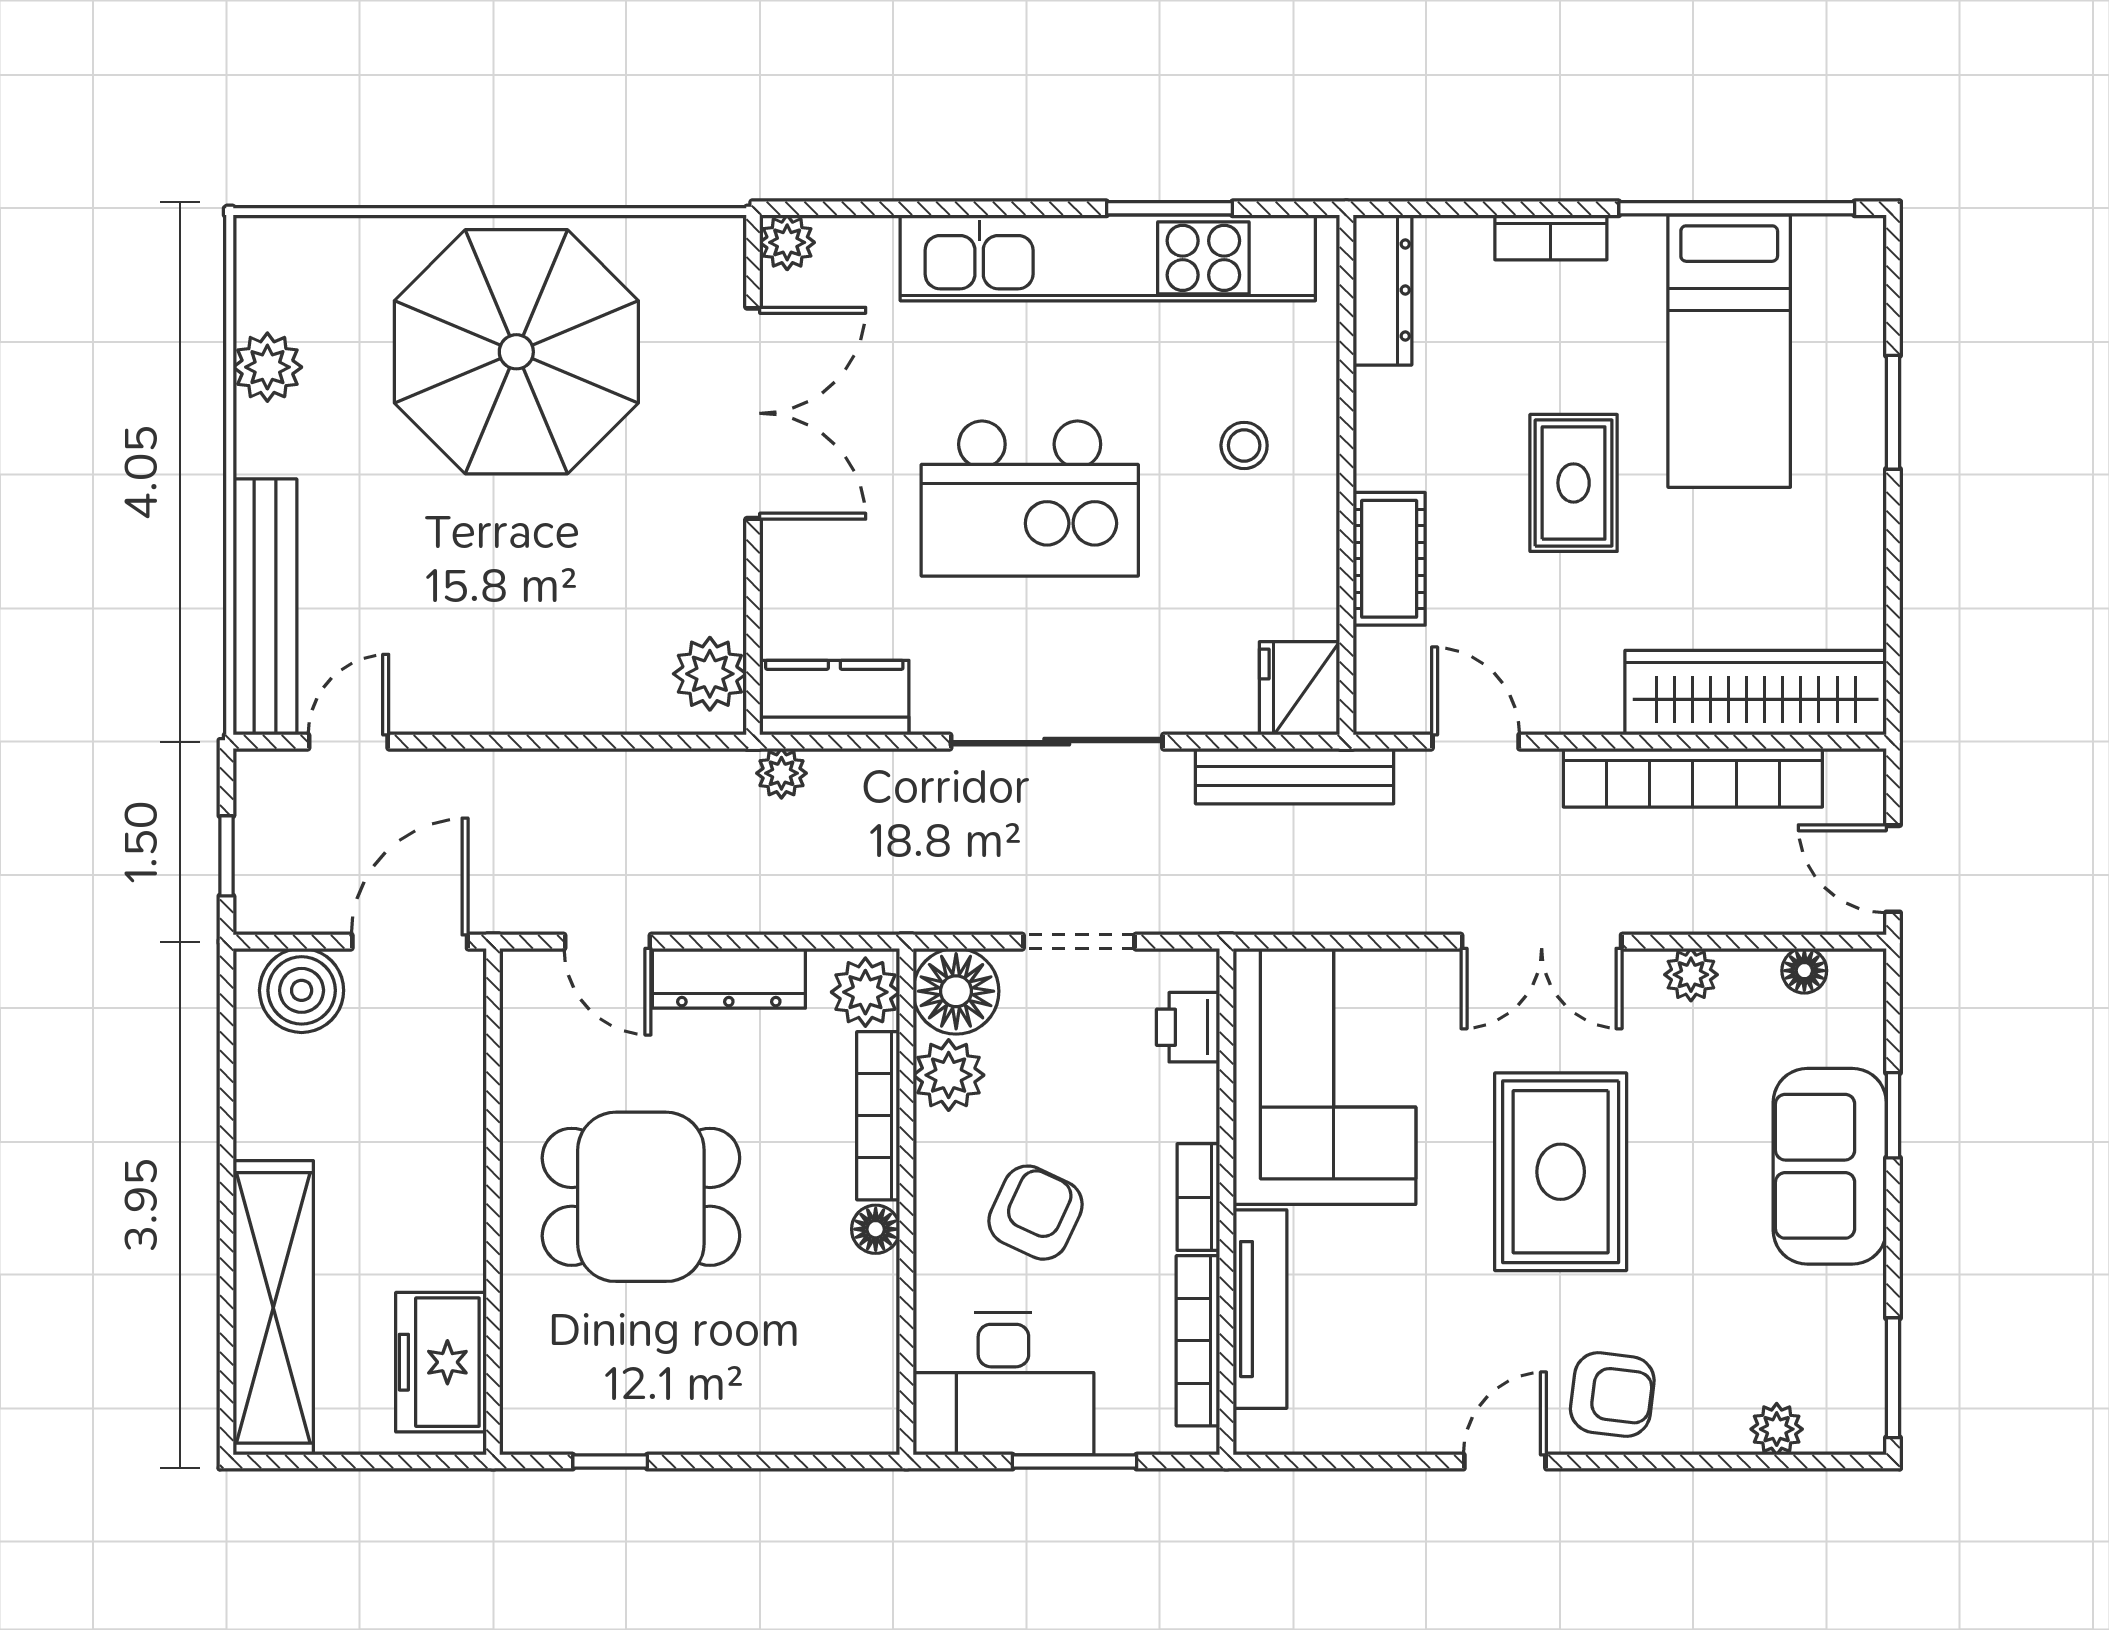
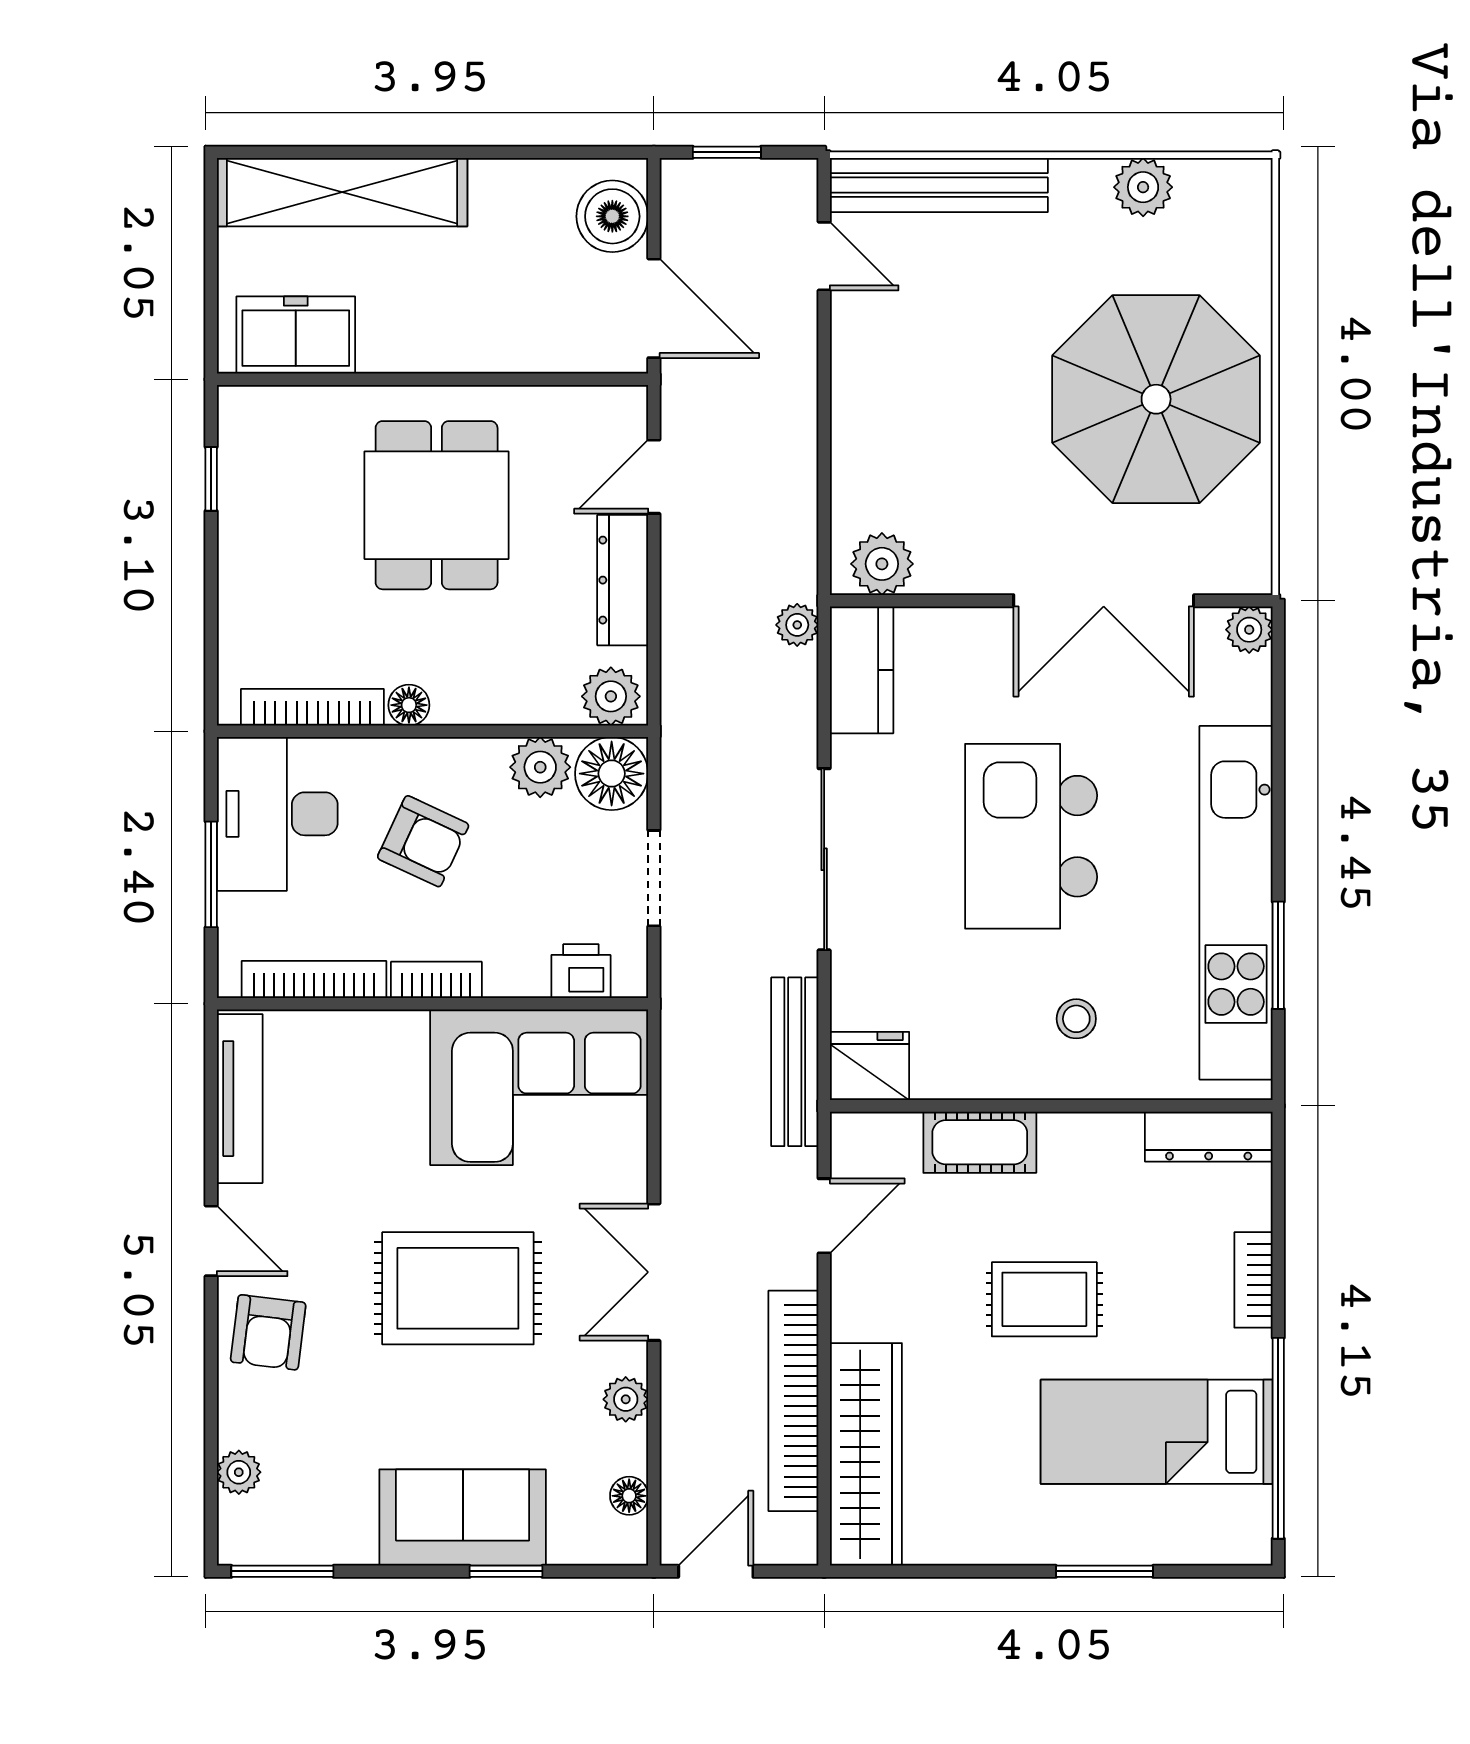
bookcase: (878, 1116) -> (312, 707), moved
tv unit: (1260, 1309) -> (240, 1099), moved, turned -90

